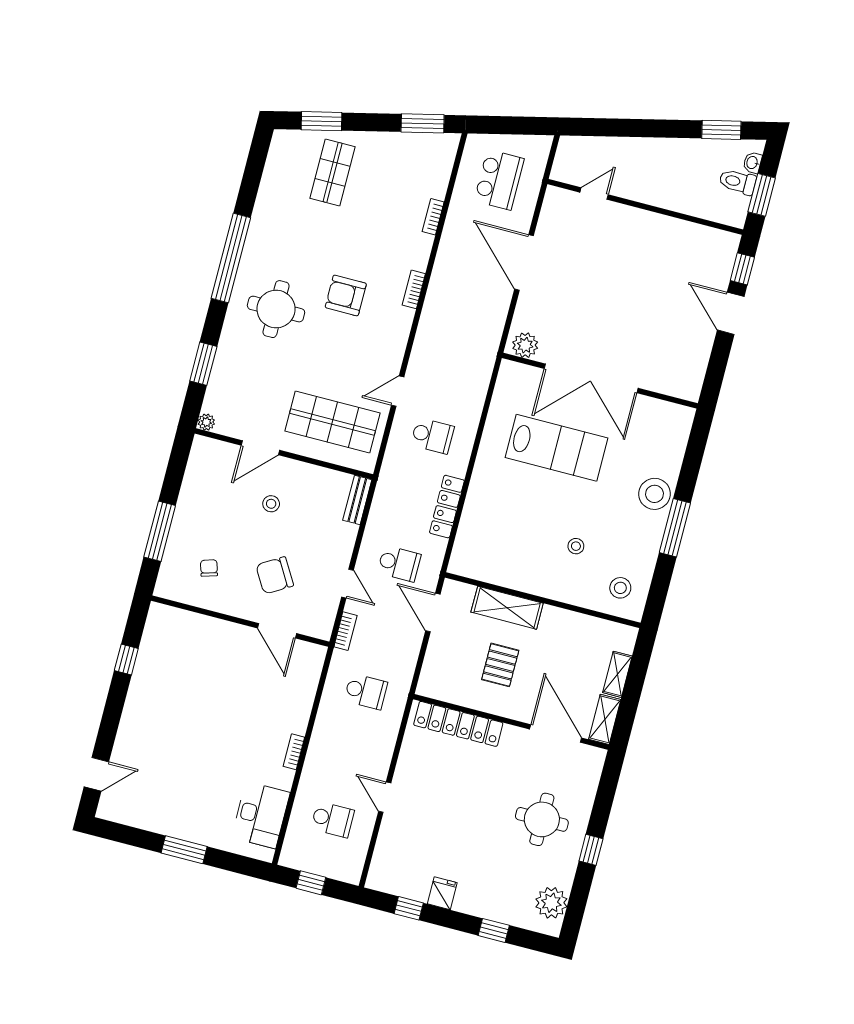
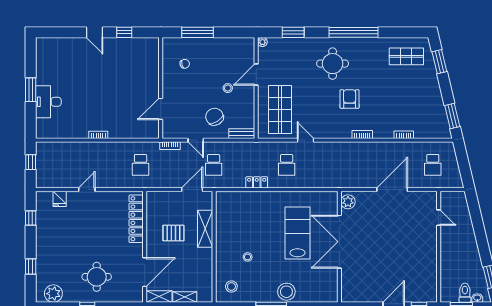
shop shelf: (333, 172) -> (406, 56), moved
school desk: (499, 180) -> (433, 165), width x0.54
door: (260, 448) -> (256, 75), hinge flipped
lab bench: (557, 448) -> (297, 233), turned 180
locker: (447, 507) -> (257, 182), width x0.66
chair: (275, 575) -> (215, 117), moved
door: (347, 584) -> (196, 140), hinge flipped
door: (96, 774) -> (95, 32), moved
desk: (261, 815) -> (48, 102), moved, turned 90
school desk: (332, 819) -> (68, 165), removed
fridge: (442, 893) -> (60, 199), moved, turned 90

